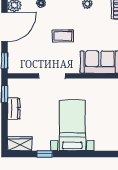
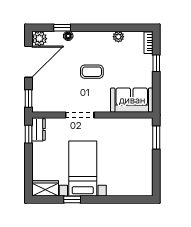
dresser: (14, 109) -> (39, 129), moved
bed with nightstands: (72, 125) -> (83, 168), moved

